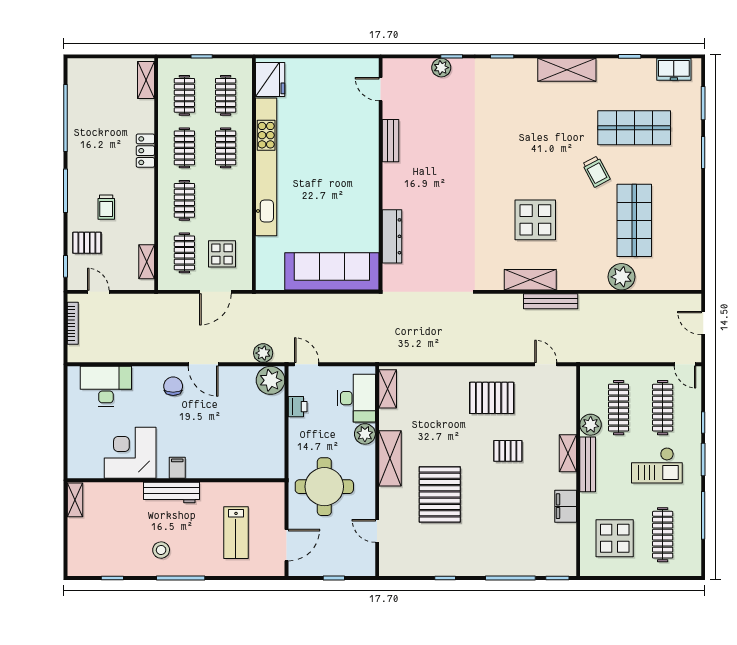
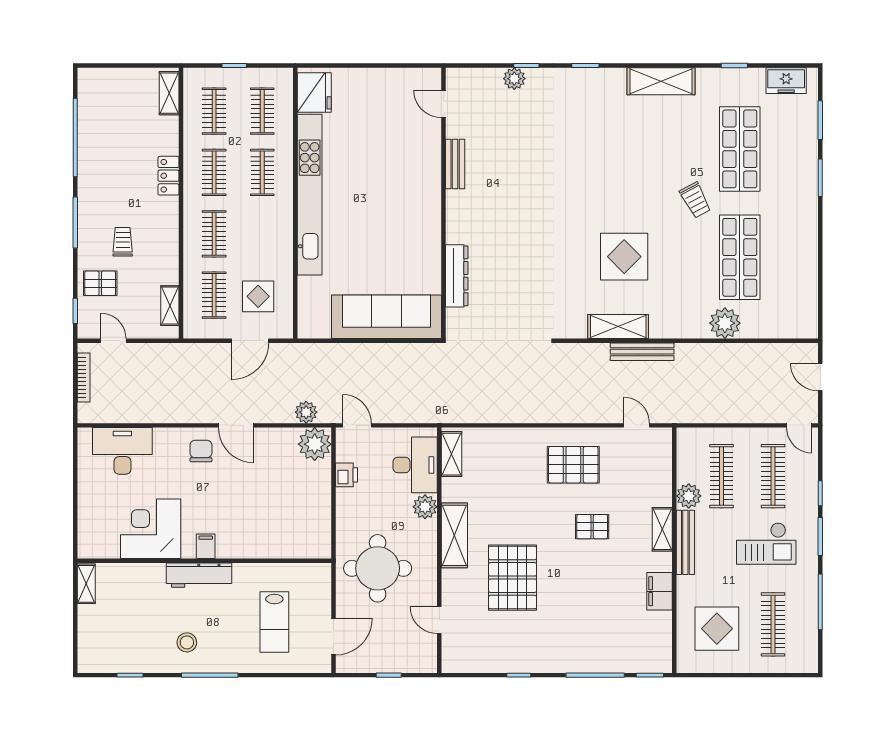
shop shelf: (634, 128) -> (740, 149), turned 90
trolley: (106, 207) -> (123, 242), turned 180

